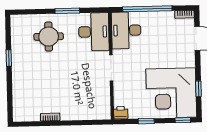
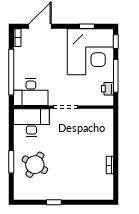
window: (67, 11) -> (11, 162), moved
round table: (49, 37) -> (35, 165), turned 30
printer: (121, 113) -> (108, 89), moved
window: (146, 121) -> (116, 76), width x2.17

